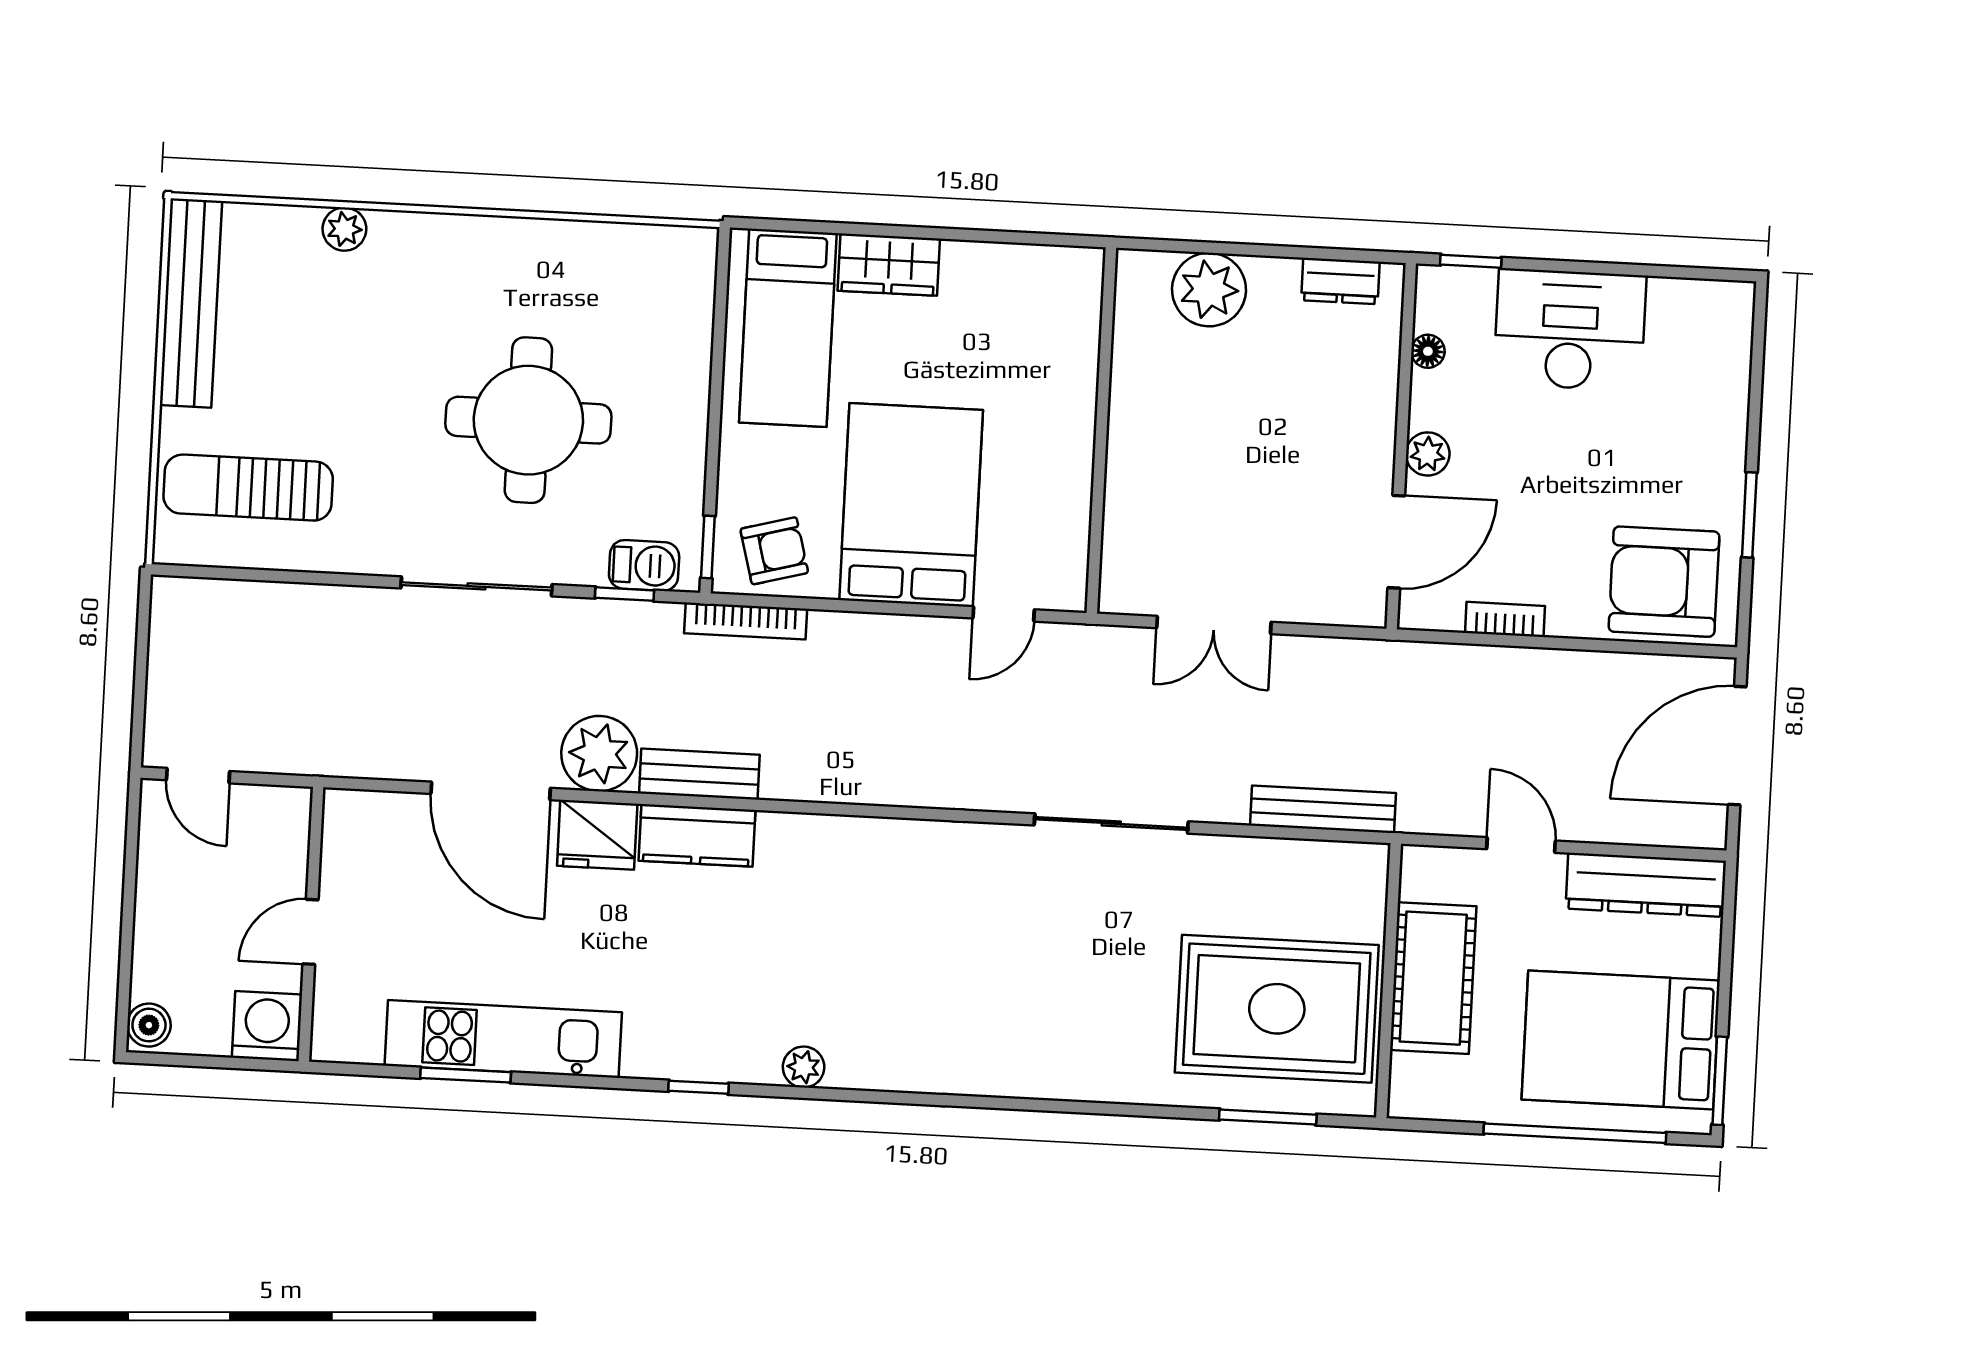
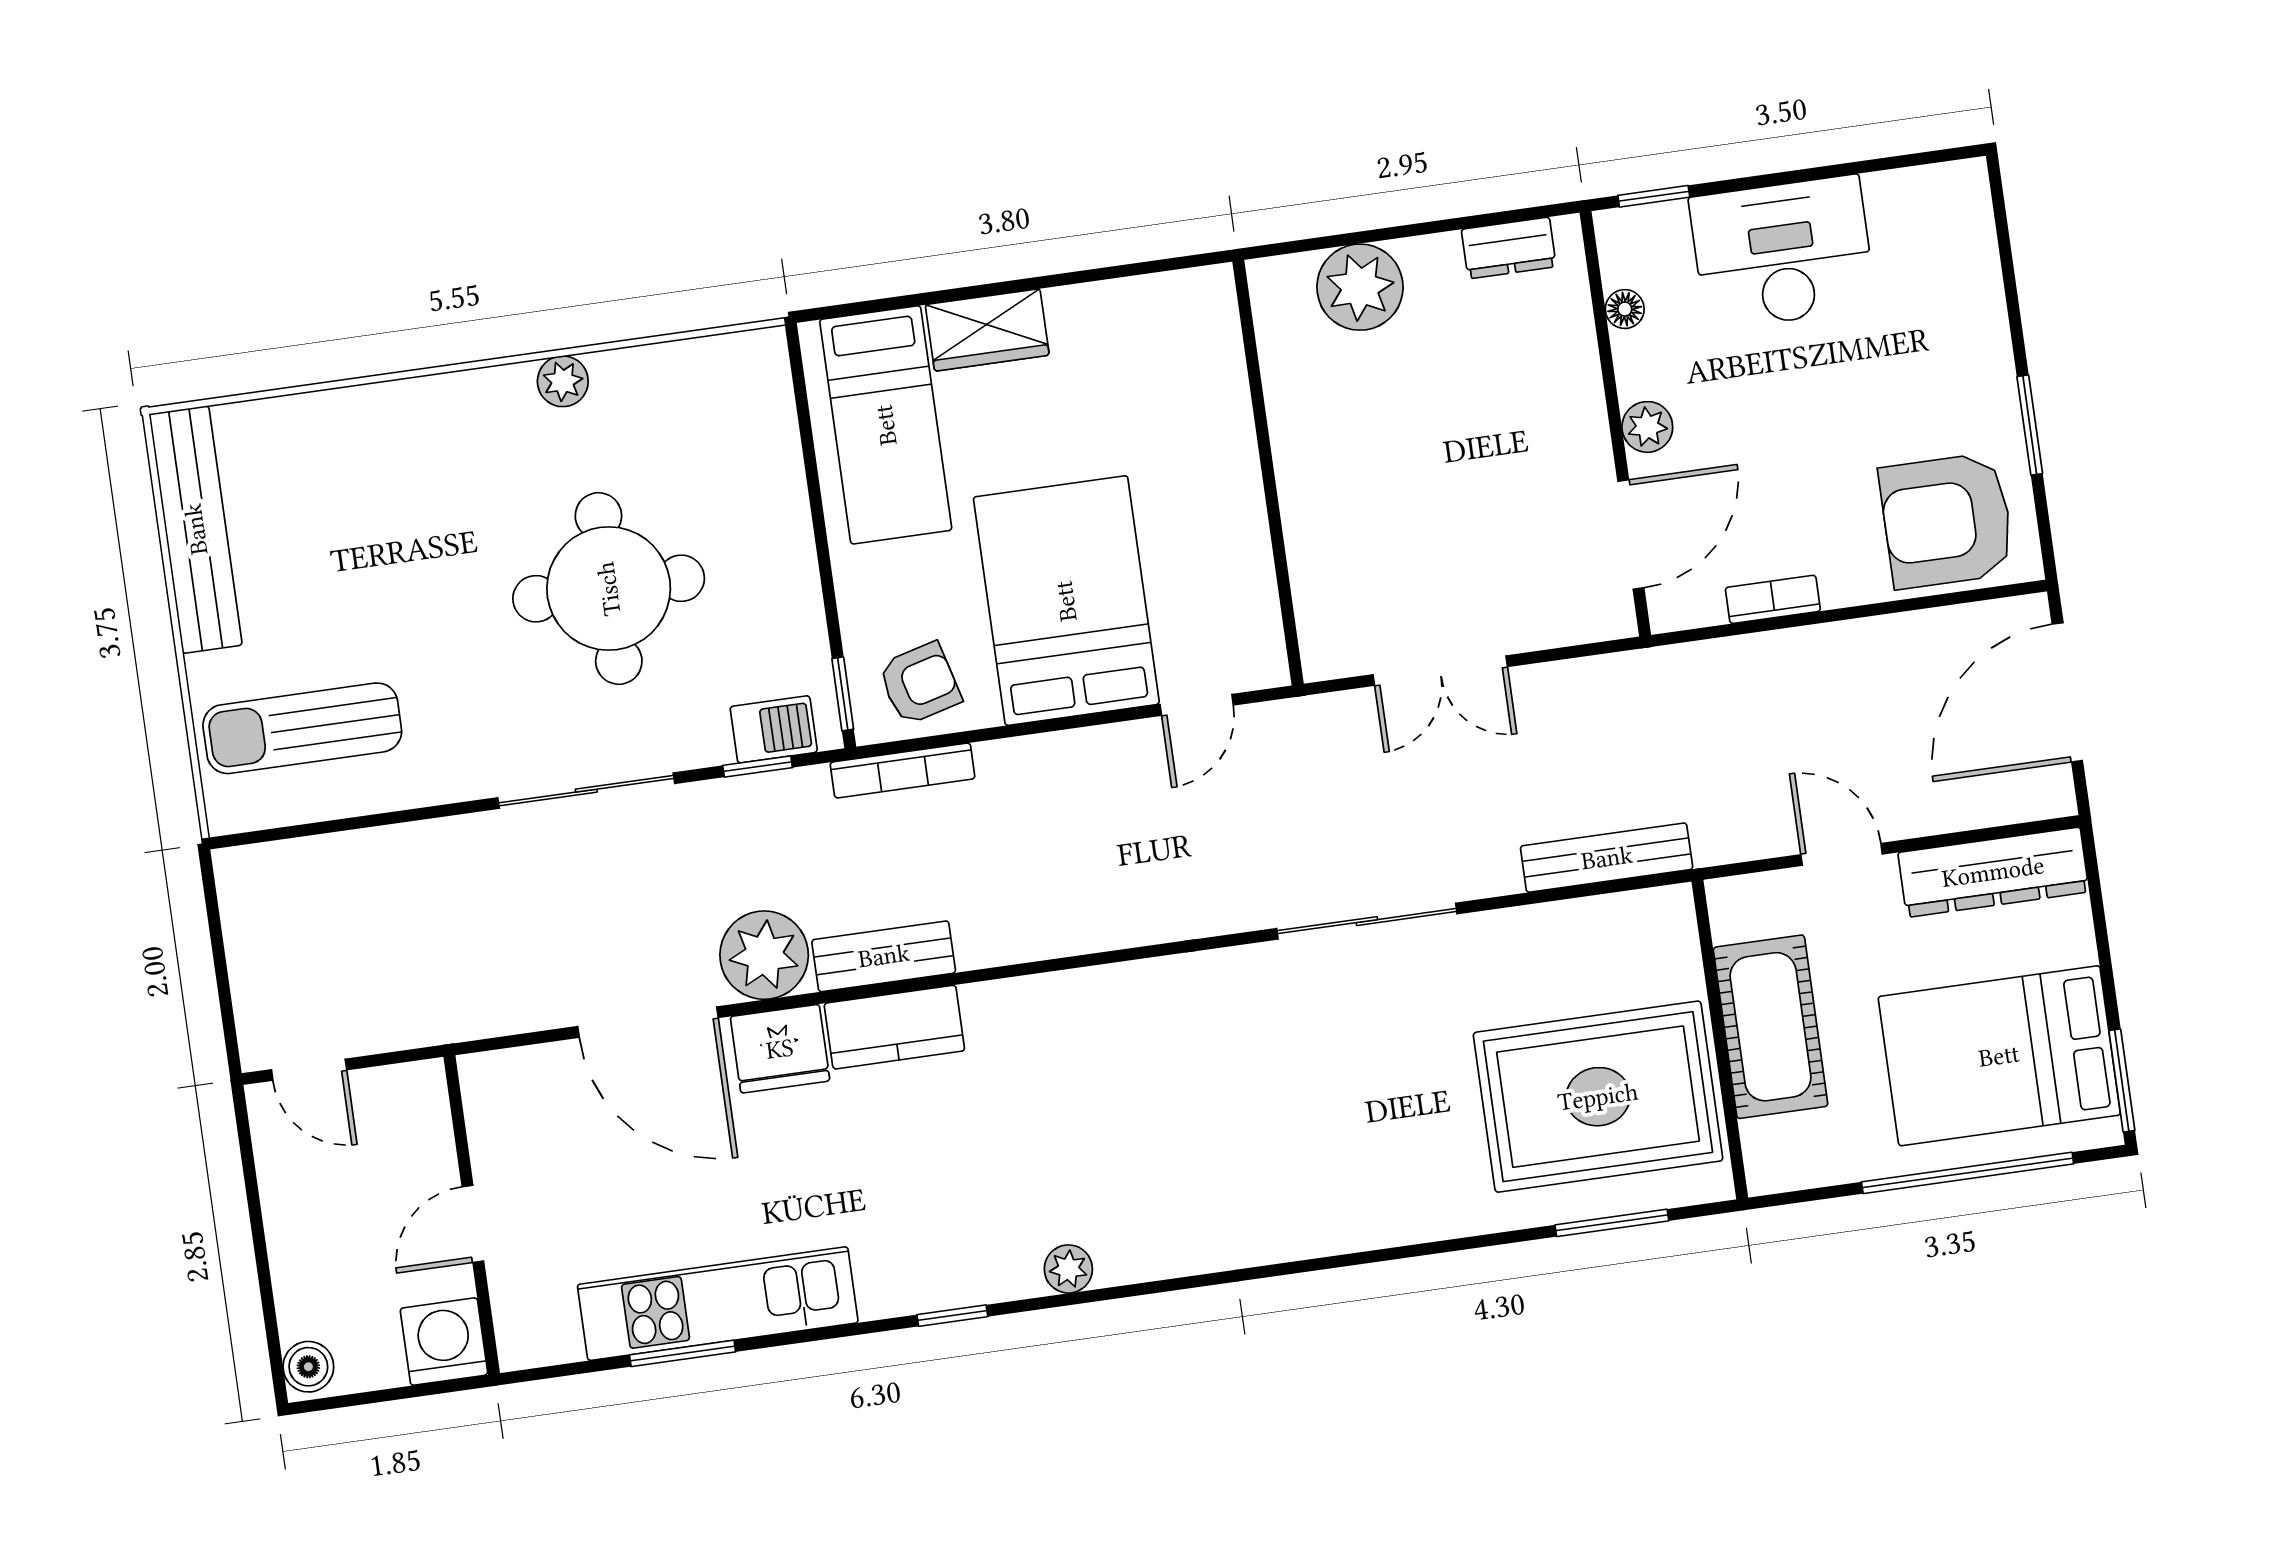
plant: (344, 229) -> (563, 381), moved

